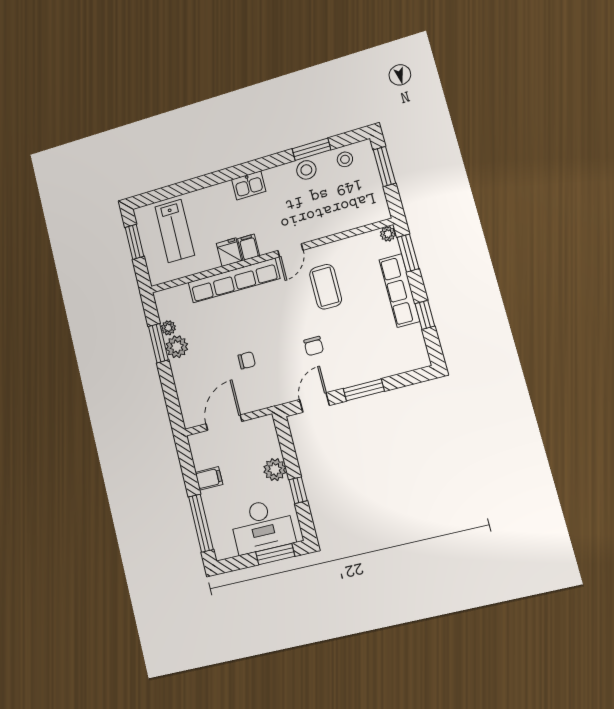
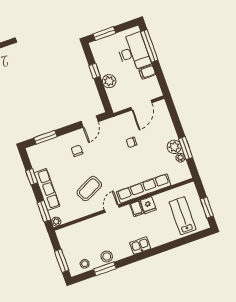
coffee table: (326, 287) -> (89, 189), turned 64
chair: (314, 346) -> (77, 151), moved
window: (364, 390) -> (46, 137), moved
desk: (262, 526) -> (133, 52), moved, turned 90

